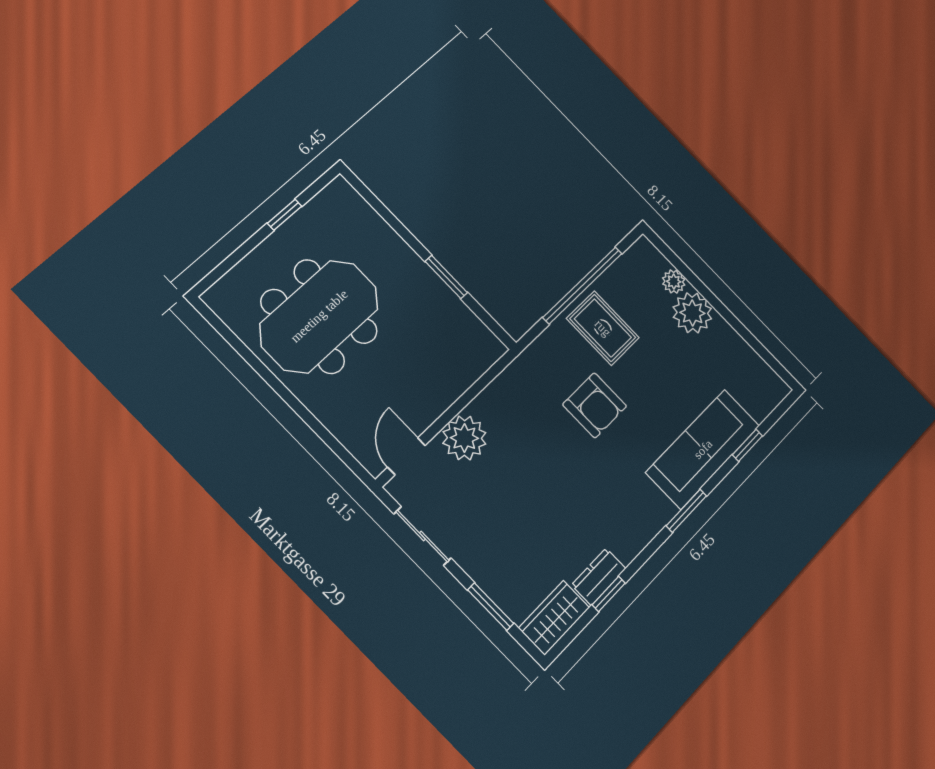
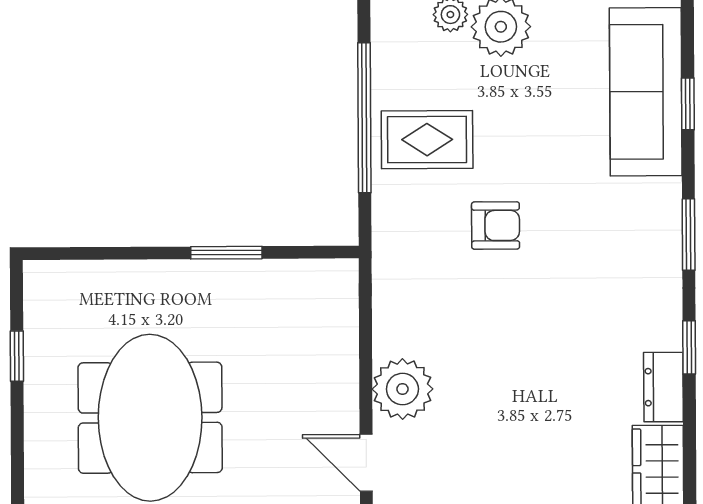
armchair: (595, 405) -> (496, 225), width x0.72, depth x0.72
sofa: (703, 449) -> (646, 92), moved
window: (609, 594) -> (689, 347), moved

